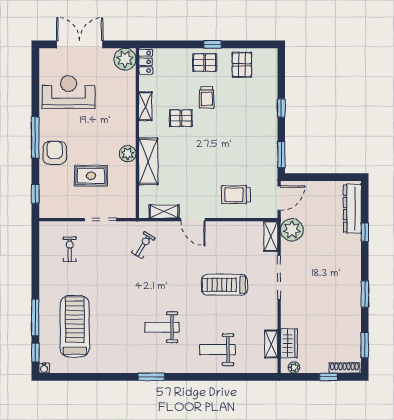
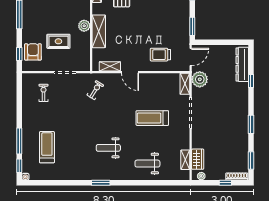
armchair: (55, 153) -> (33, 52), moved
treadmill: (75, 326) -> (47, 147), width x0.73, depth x0.73

